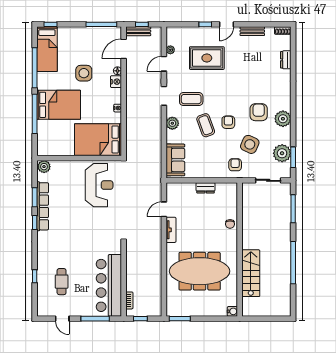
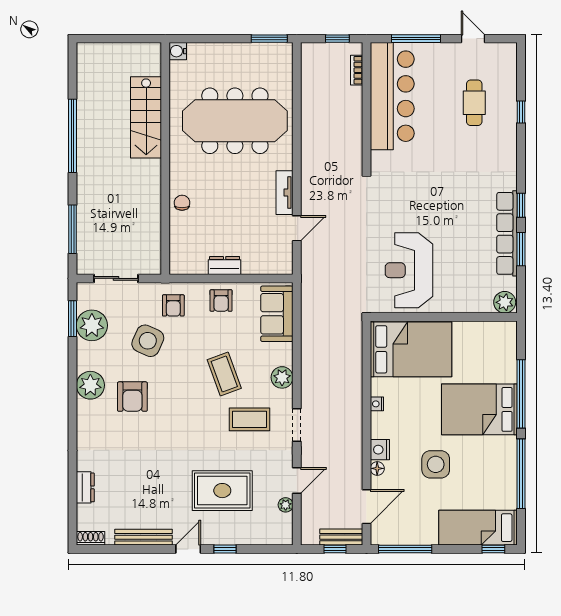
bench: (252, 31) -> (143, 537), width x1.36
bed: (47, 49) -> (478, 528), moved, turned -90
armchair: (228, 122) -> (221, 301), moved

